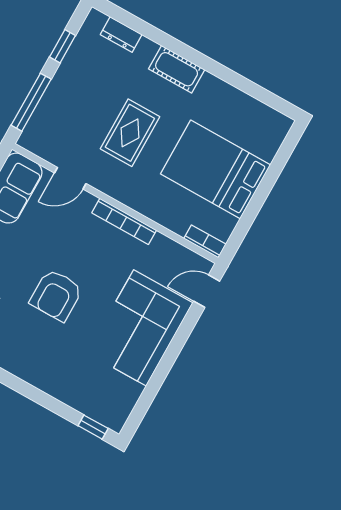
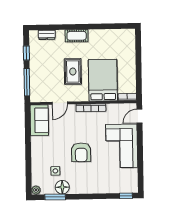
bed: (216, 169) -> (103, 80), moved, turned 90

